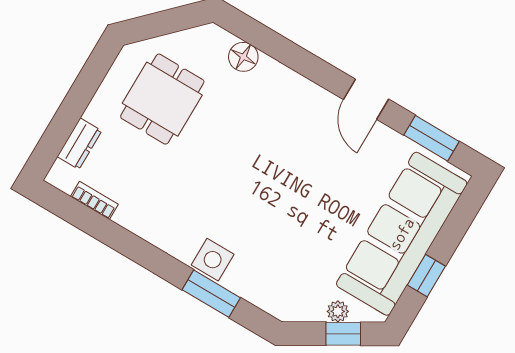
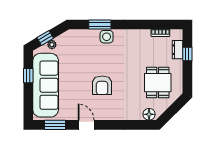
floor lamp: (243, 57) -> (149, 114), moved
window: (64, 122) -> (187, 54), added
armchair: (283, 163) -> (102, 85), added

